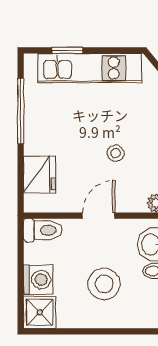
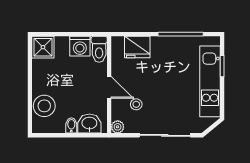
stool: (116, 153) -> (136, 104), moved
washing machine: (38, 280) -> (80, 46), moved
stool: (104, 284) -> (44, 106), moved

